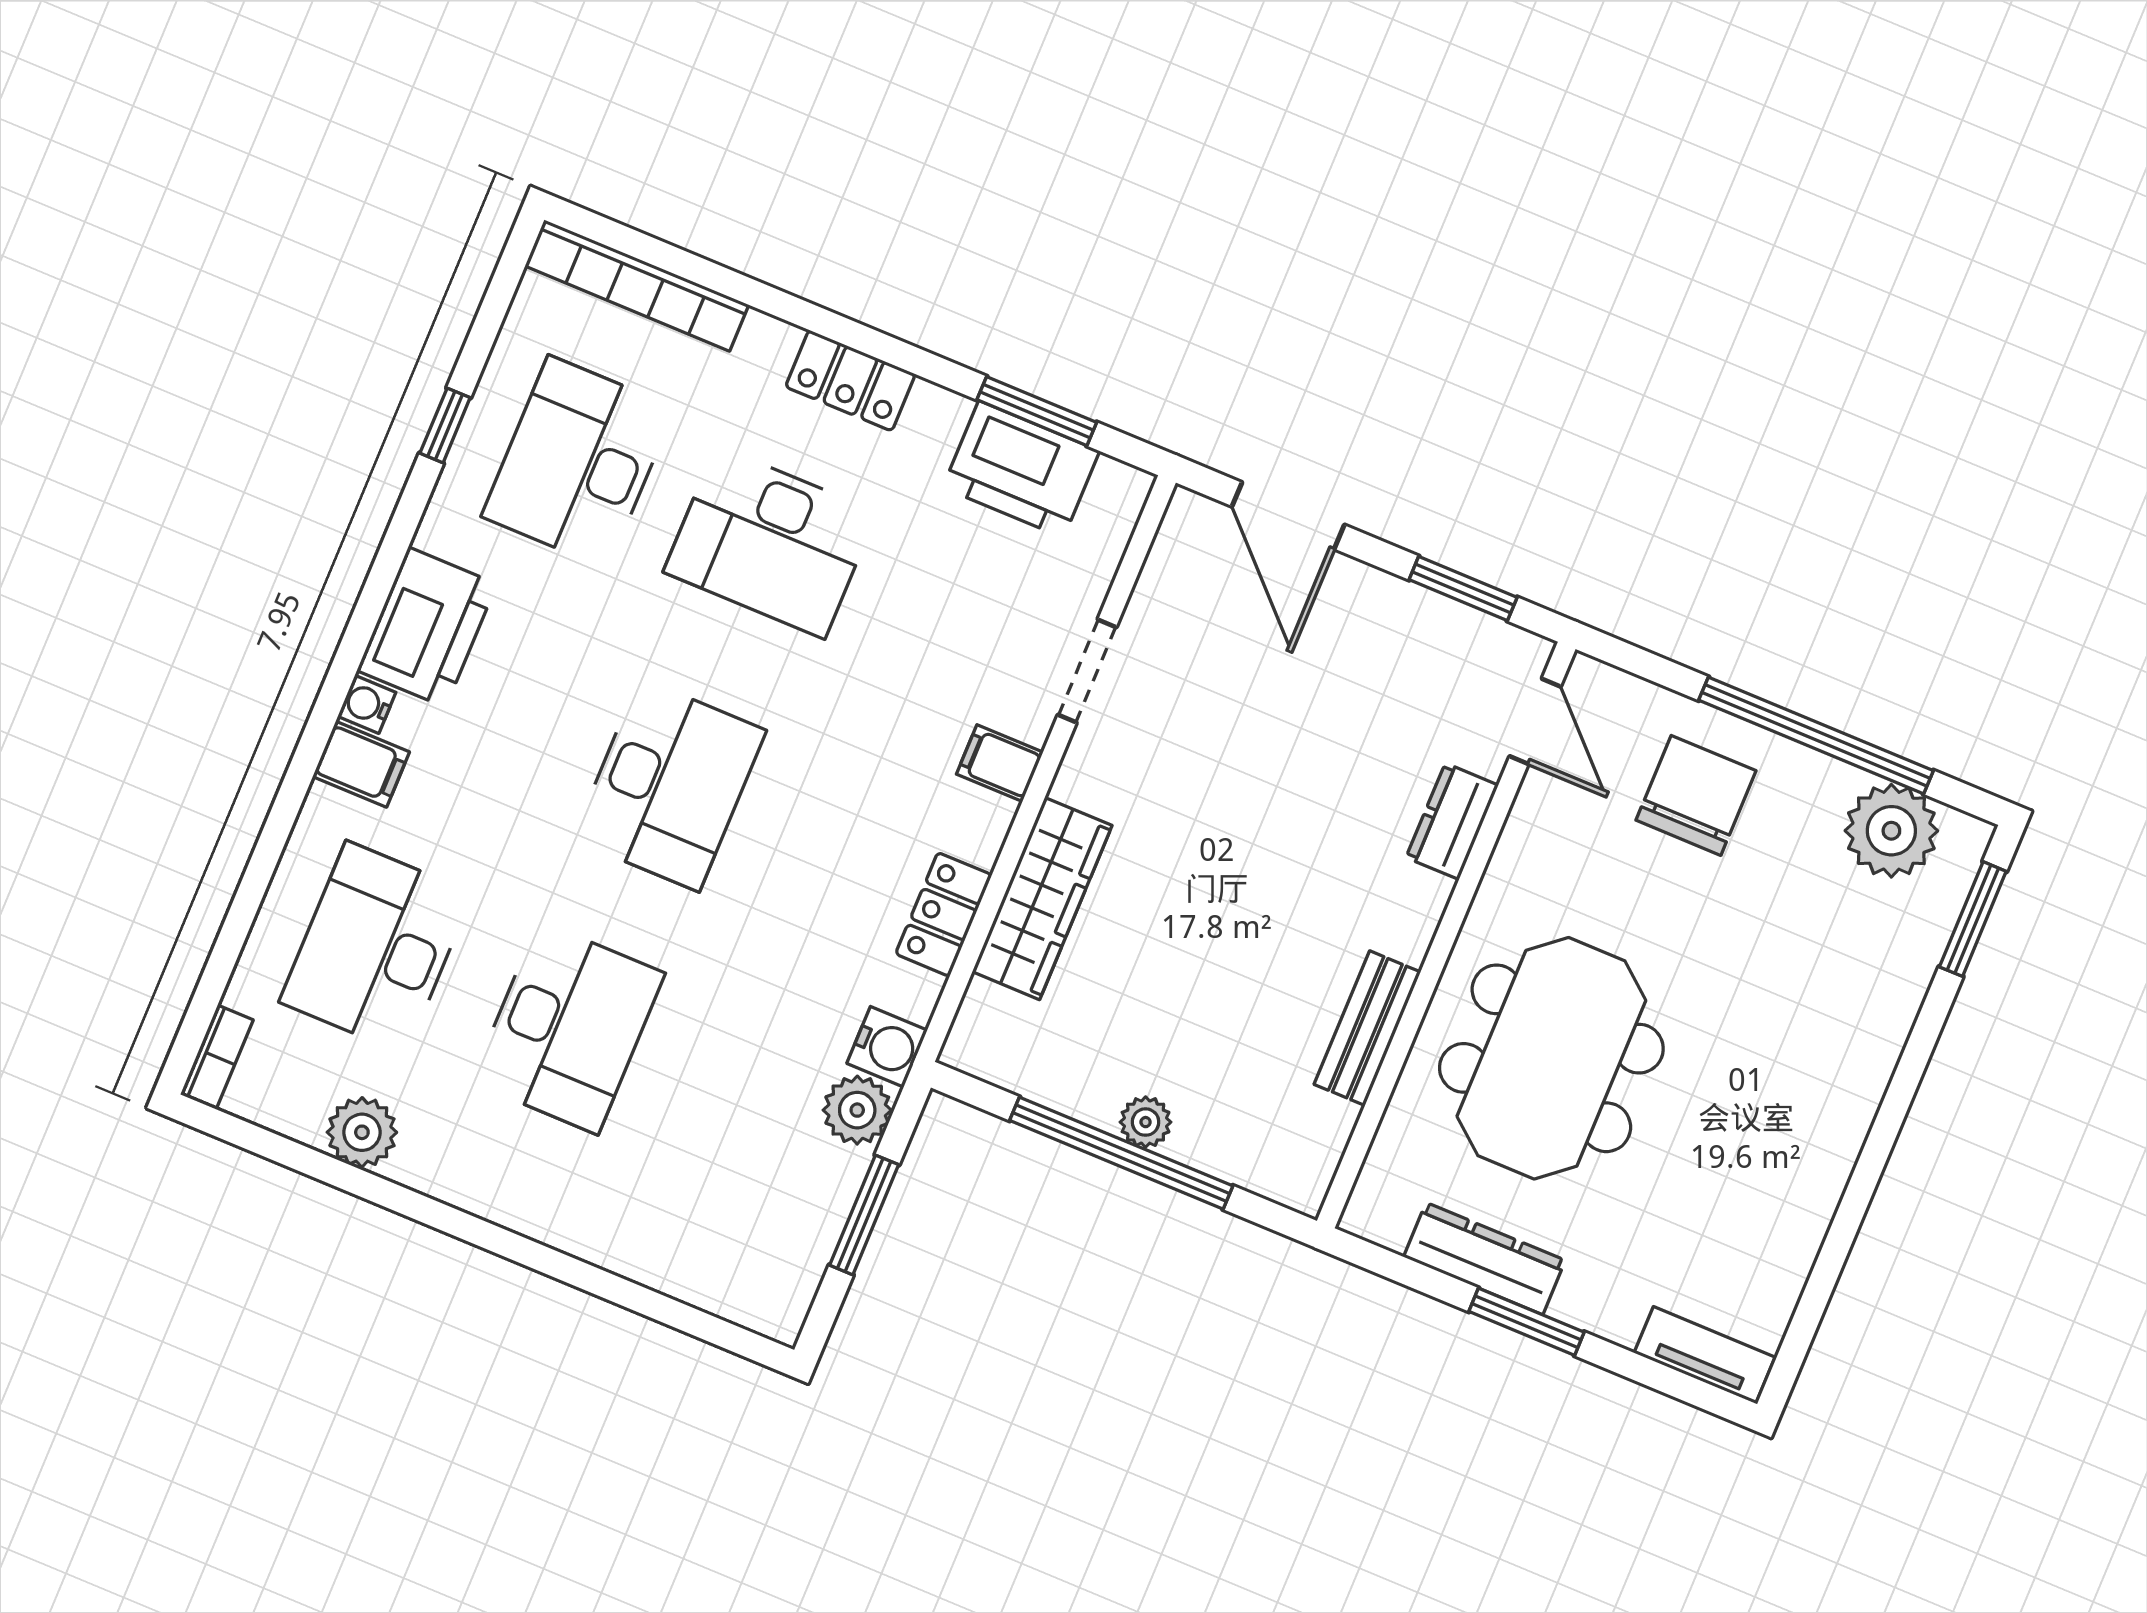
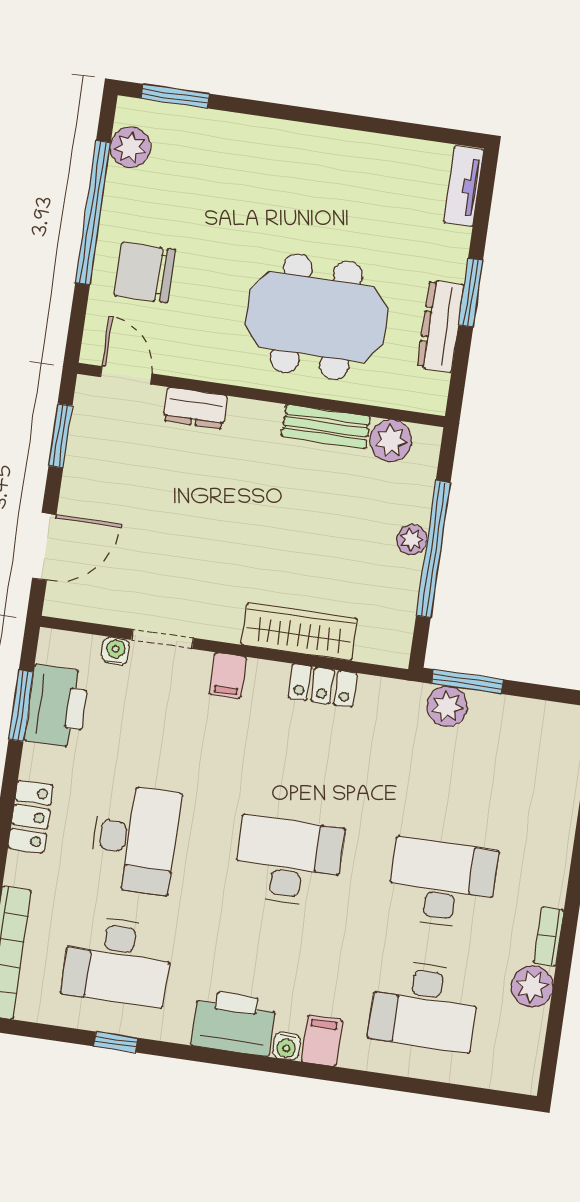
door: (1535, 721) -> (126, 375), hinge flipped
plant: (1891, 831) -> (130, 147), width x0.73, depth x0.73
water cooler: (887, 1047) -> (115, 651), moved, width x0.72, depth x0.72
bookcase: (217, 1057) -> (549, 936), moved, turned -90
plant: (1317, 1129) -> (391, 440), added
window: (864, 1215) -> (467, 682), moved

